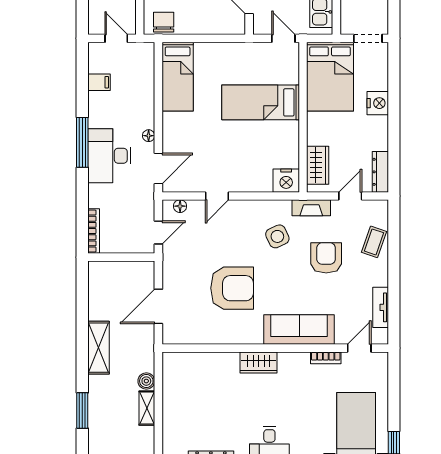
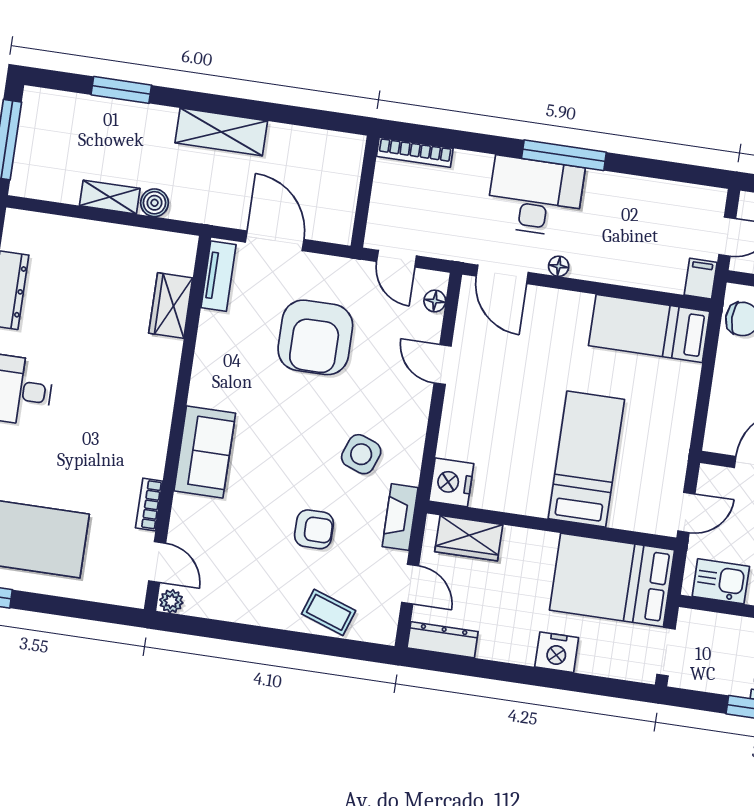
filing cabinet: (99, 82) -> (701, 279), moved, turned 180
side table: (277, 236) -> (361, 454), turned 45
armchair: (326, 258) -> (314, 529), width x0.72, depth x0.72
armchair: (232, 288) -> (315, 337), moved
tv unit: (381, 307) -> (219, 276), moved, turned 90
sofa: (299, 329) -> (205, 452), width x0.73
plant: (381, 336) -> (171, 601), added
wardrobe: (259, 362) -> (171, 306), moved

